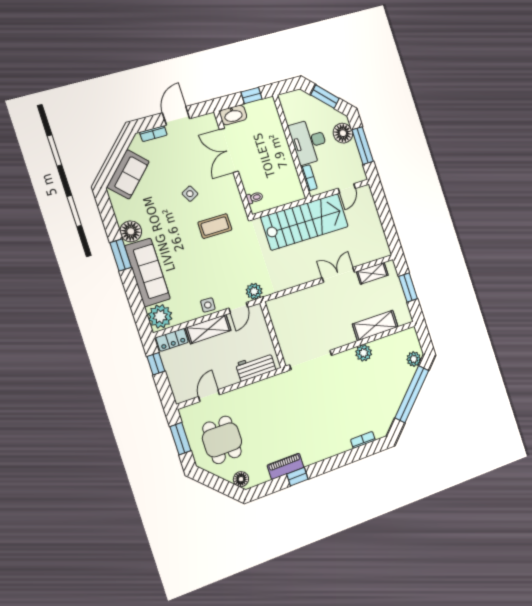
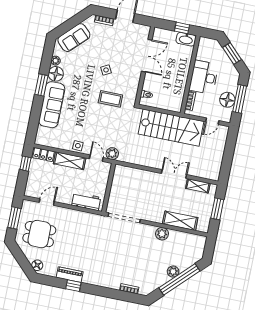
washbasin: (233, 115) -> (186, 39), moved
floor lamp: (343, 133) -> (227, 100), moved
double door: (229, 150) -> (147, 56), swing flipped
door: (238, 308) -> (96, 158), swing flipped
plant: (160, 316) -> (56, 61), moved, width x0.53, depth x0.53
plant: (414, 359) -> (173, 272), moved
dining table: (222, 440) -> (39, 234), turned 90

